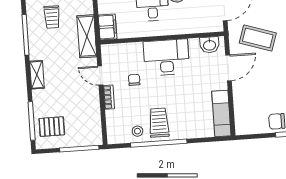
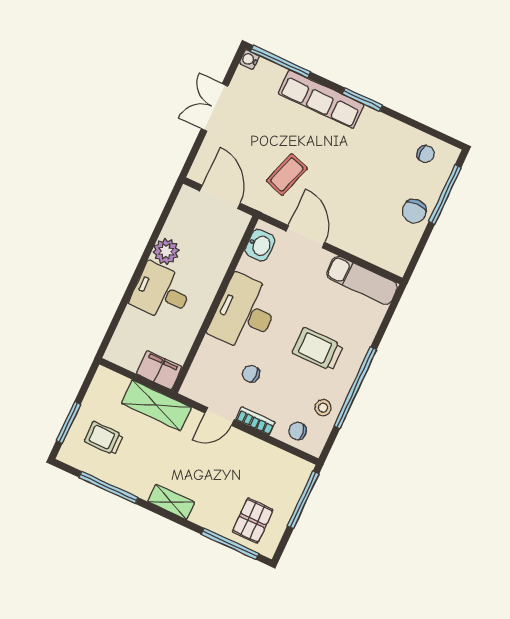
trolley: (52, 17) -> (104, 438), turned 180
coffee table: (258, 38) -> (287, 175), width x0.73, depth x0.77
trolley: (159, 123) -> (318, 349), moved
chair: (116, 124) -> (298, 431), added

